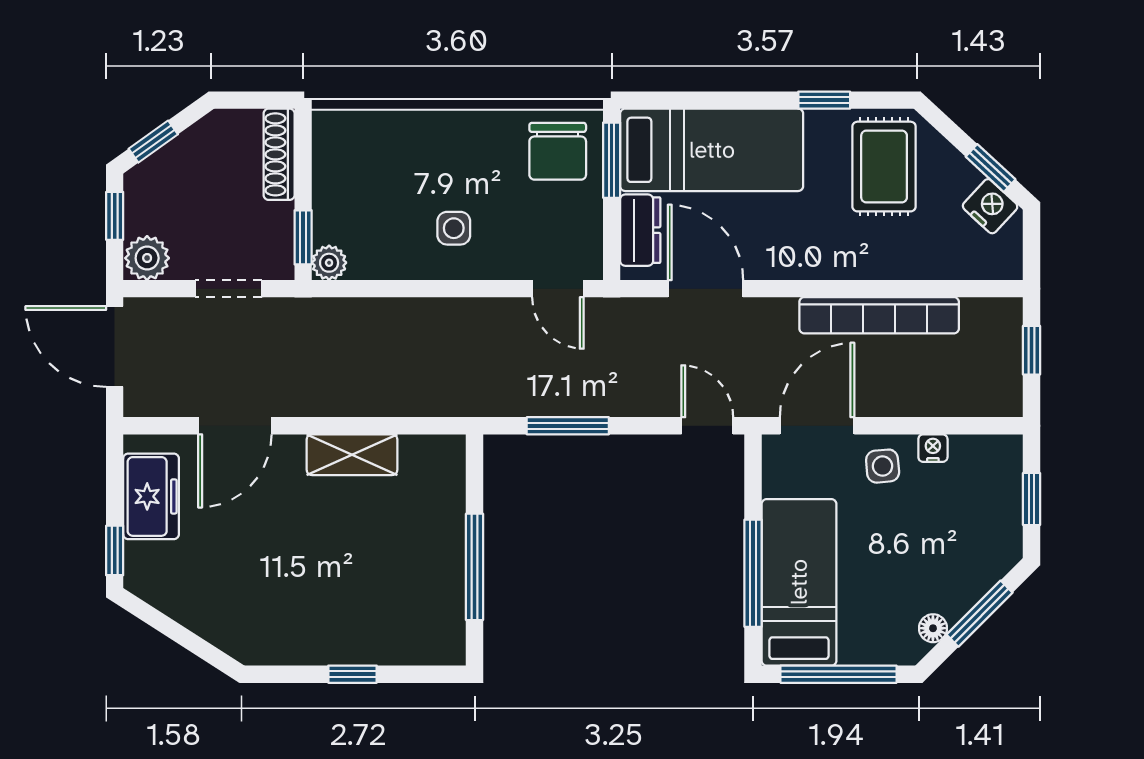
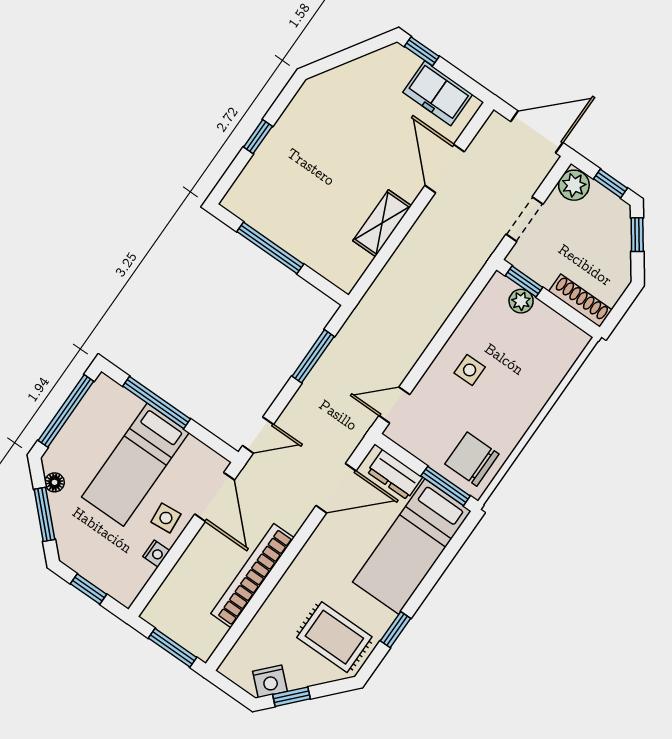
plant: (329, 263) -> (521, 301), moved
window: (1031, 350) -> (172, 648), width x1.50
bed: (799, 582) -> (135, 465), moved, turned 90

